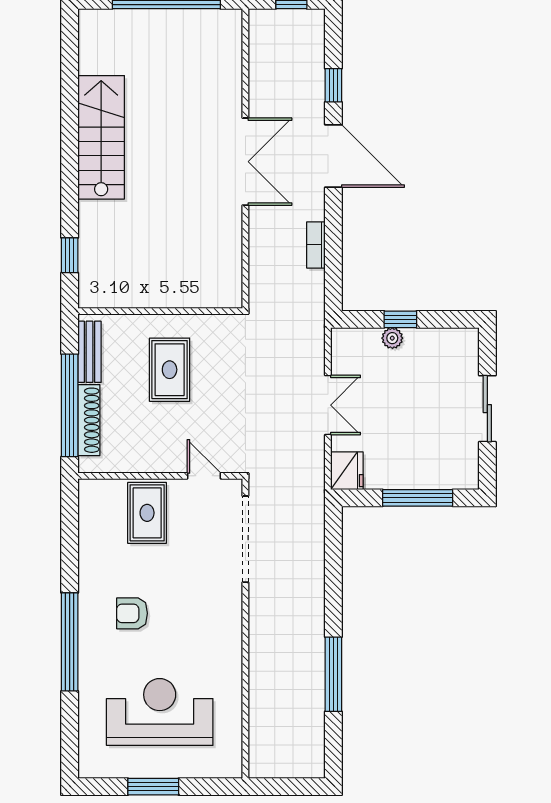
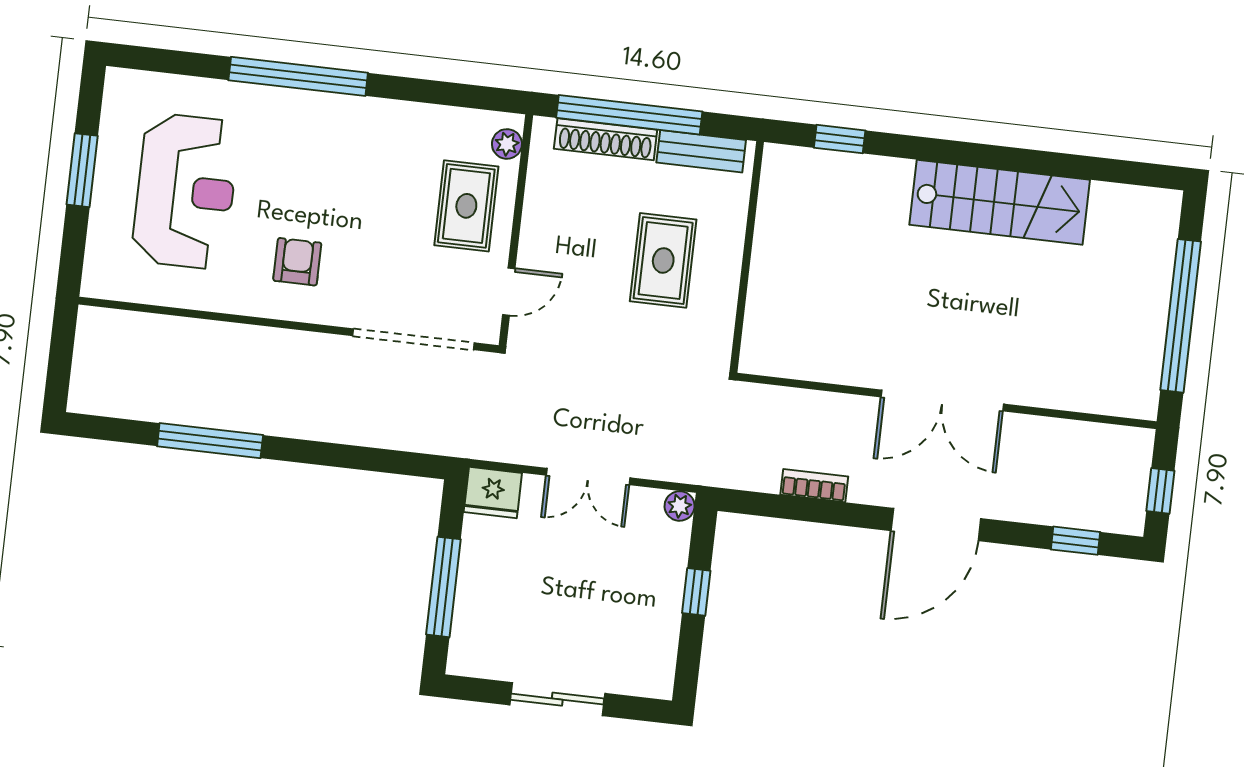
window: (333, 85) -> (1075, 541), moved
plant: (392, 338) -> (680, 506), moved
rug: (170, 370) -> (663, 260), turned 90
plant: (100, 489) -> (507, 144), added
rug: (147, 513) -> (466, 206), turned 90
armchair: (132, 613) -> (297, 262), moved

